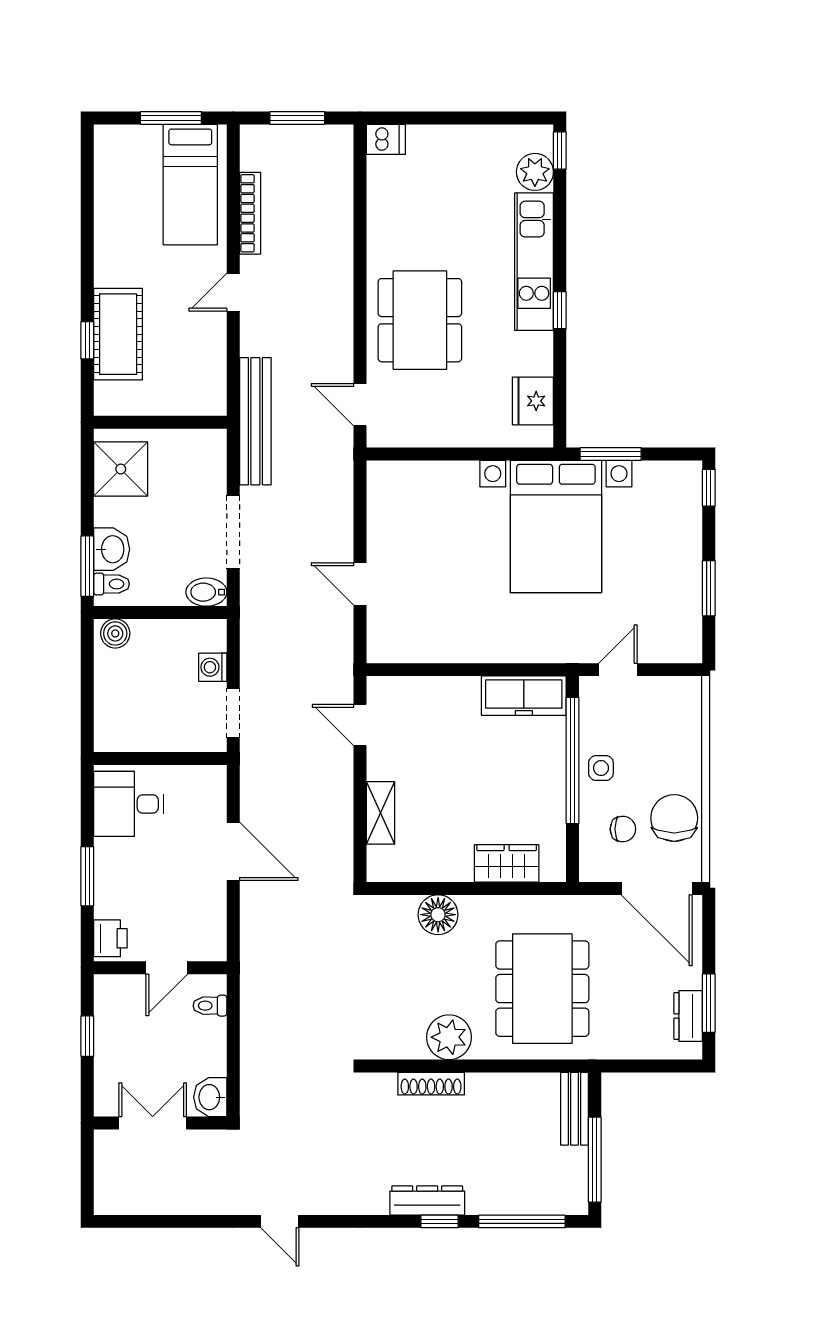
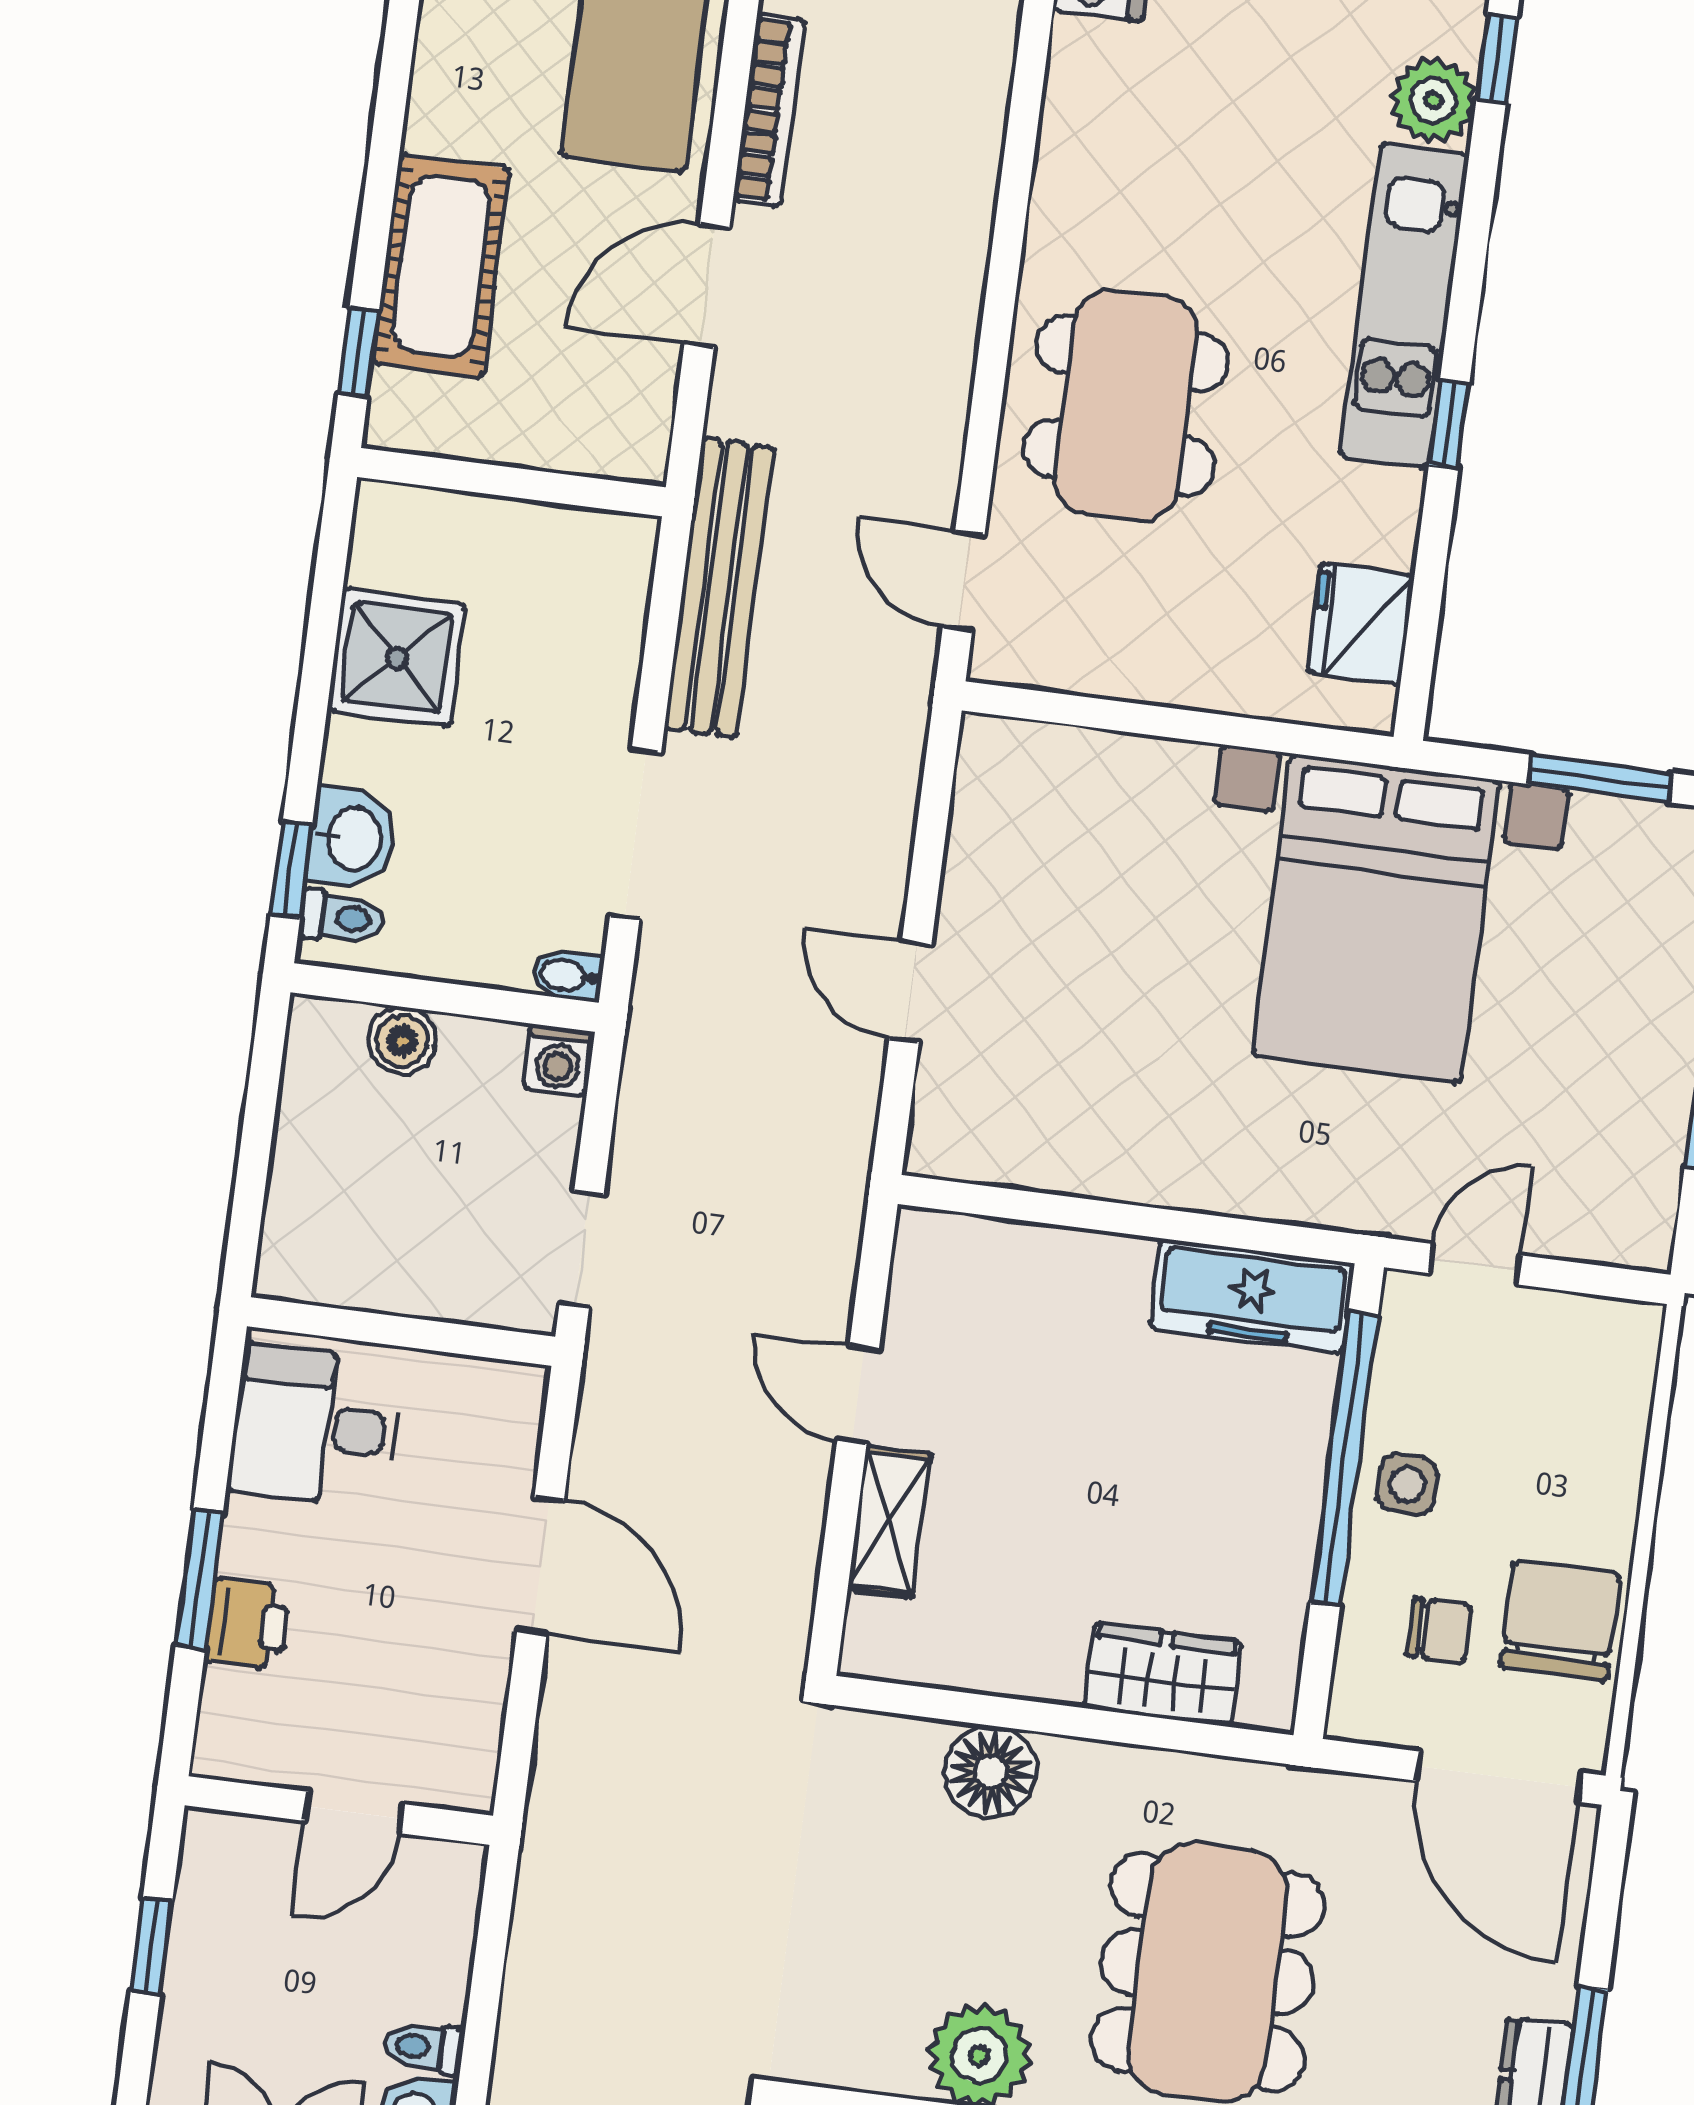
door: (233, 292) -> (707, 285), width x1.37
cot: (118, 334) -> (441, 266), moved
wall: (160, 422) -> (511, 482), moved
window: (611, 454) -> (1601, 779), moved
window: (87, 566) -> (291, 870), width x0.67
bidet: (206, 592) -> (567, 975), width x0.72, depth x0.74
boiler: (115, 633) -> (402, 1041), moved
washing machine: (213, 667) -> (559, 1060), moved, turned -90
door: (360, 725) -> (858, 1395), moved
printer: (110, 938) -> (247, 1624), moved
toilet: (210, 1006) -> (424, 2047), moved

